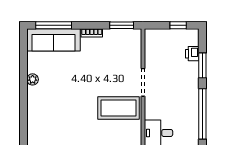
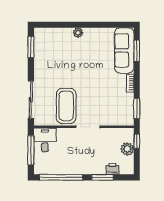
window: (54, 25) -> (137, 51), width x0.69
window: (178, 25) -> (137, 141), moved
plant: (169, 36) -> (127, 149), added
plant: (33, 79) -> (78, 33), moved

